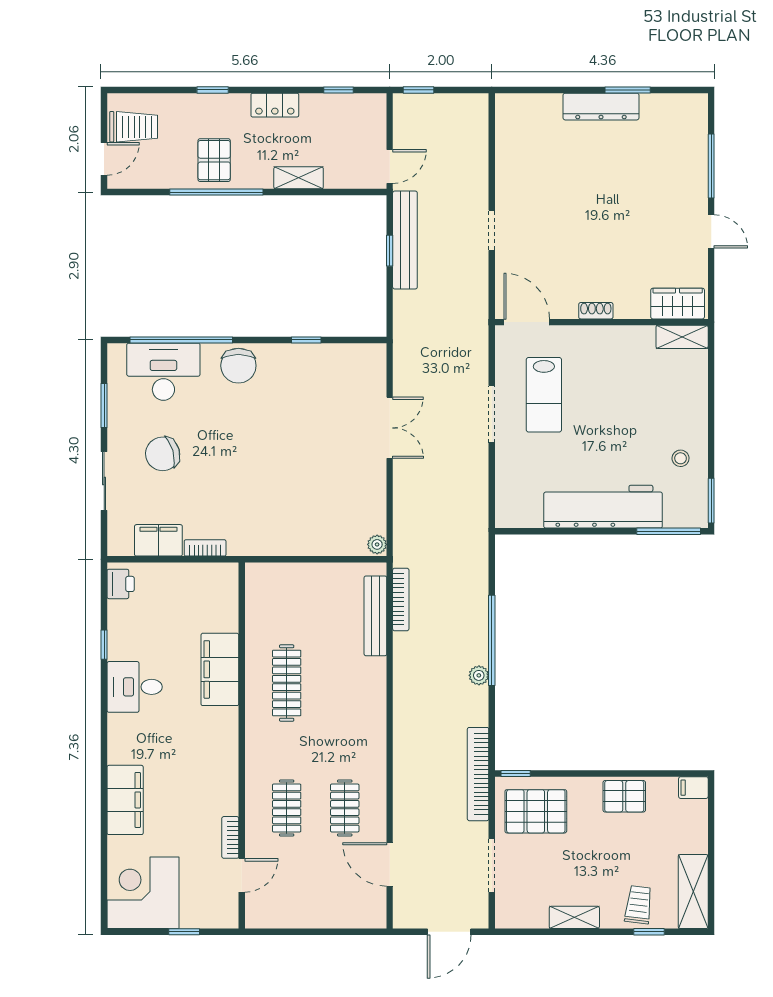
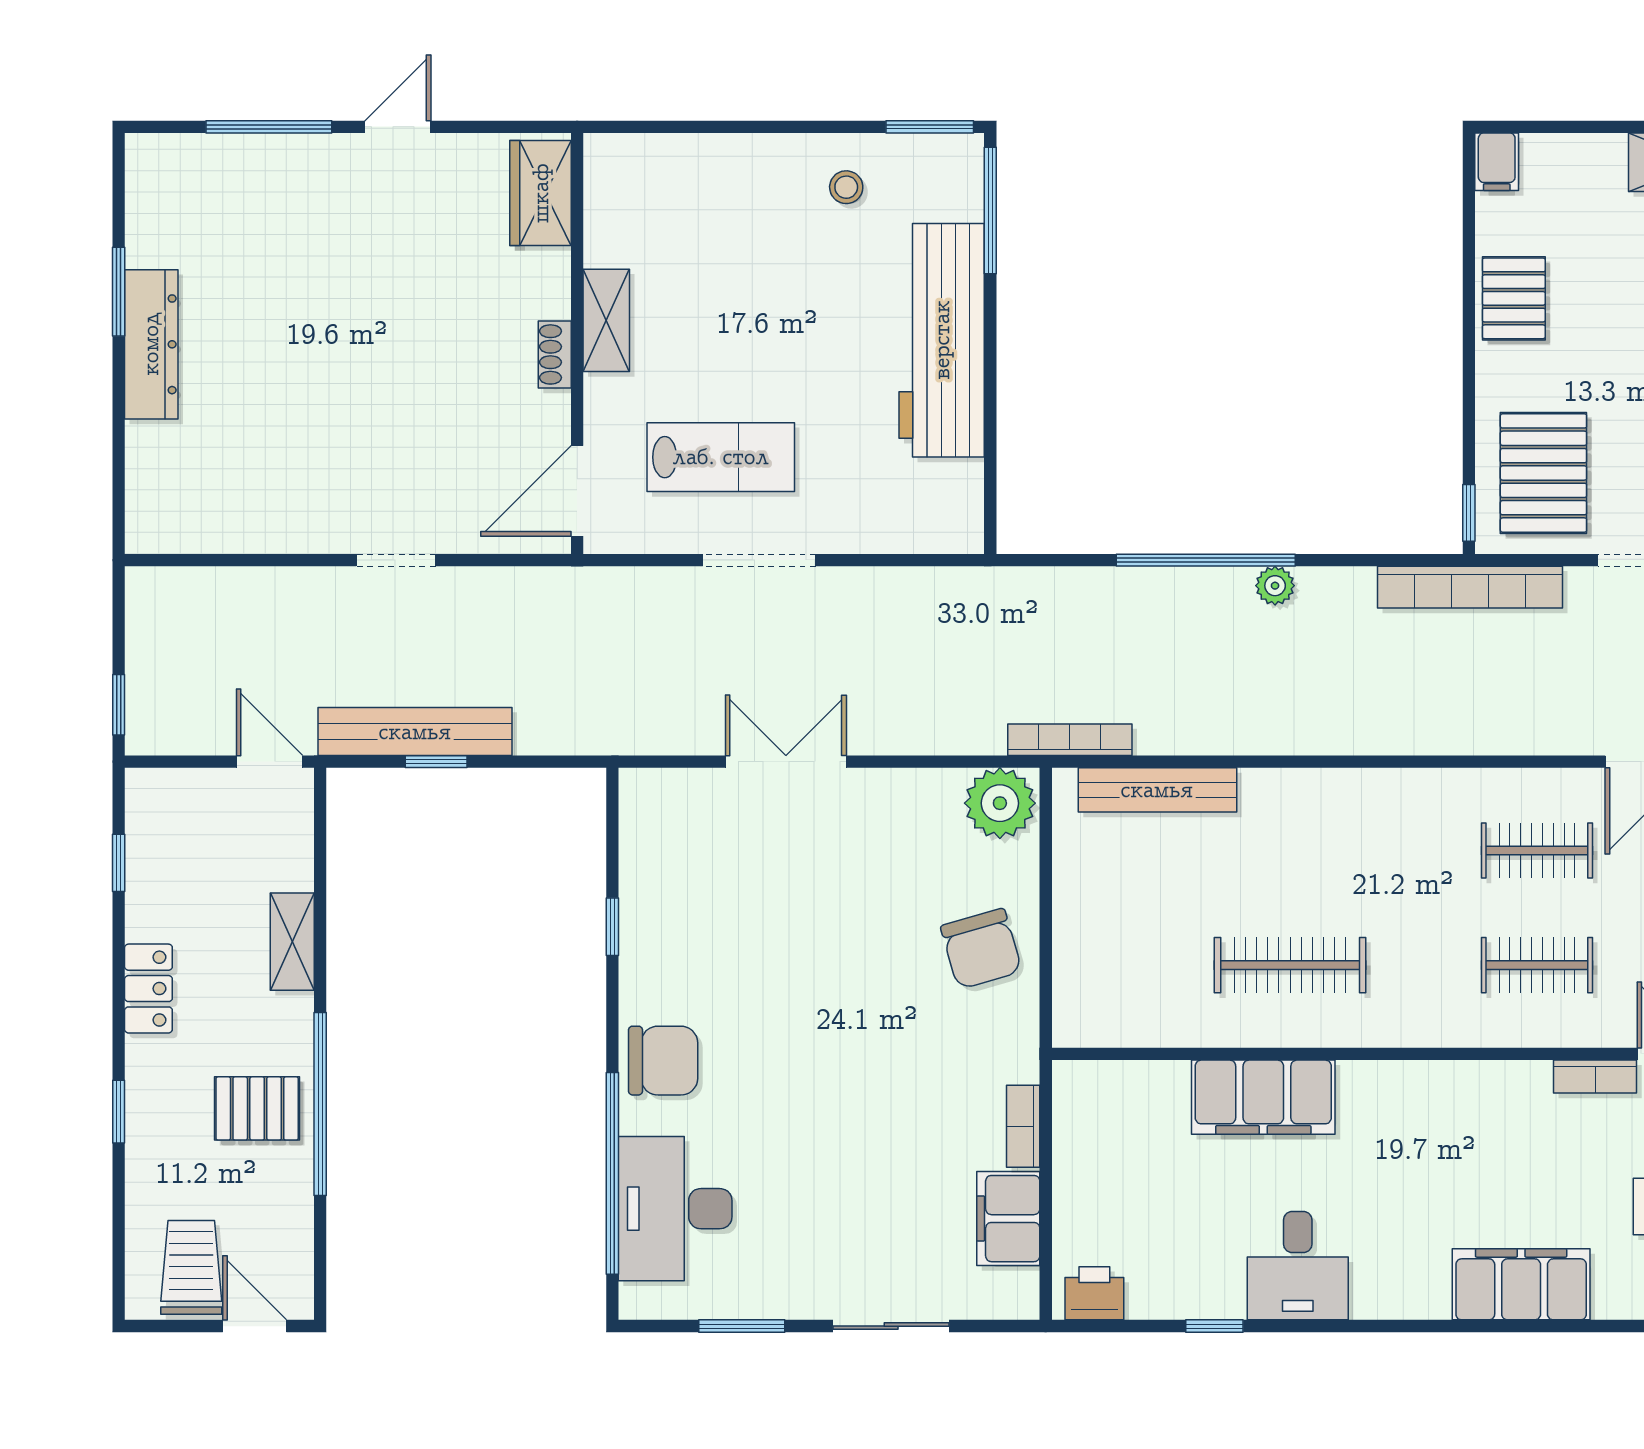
shelving: (682, 337) -> (606, 320), moved
chair: (163, 454) -> (981, 949), moved
plant: (377, 544) -> (1000, 803), width x1.88, depth x1.88
bookcase: (401, 599) -> (1070, 740), moved

